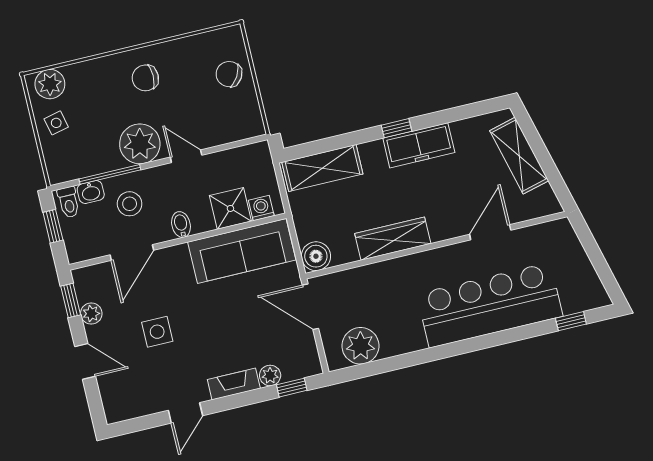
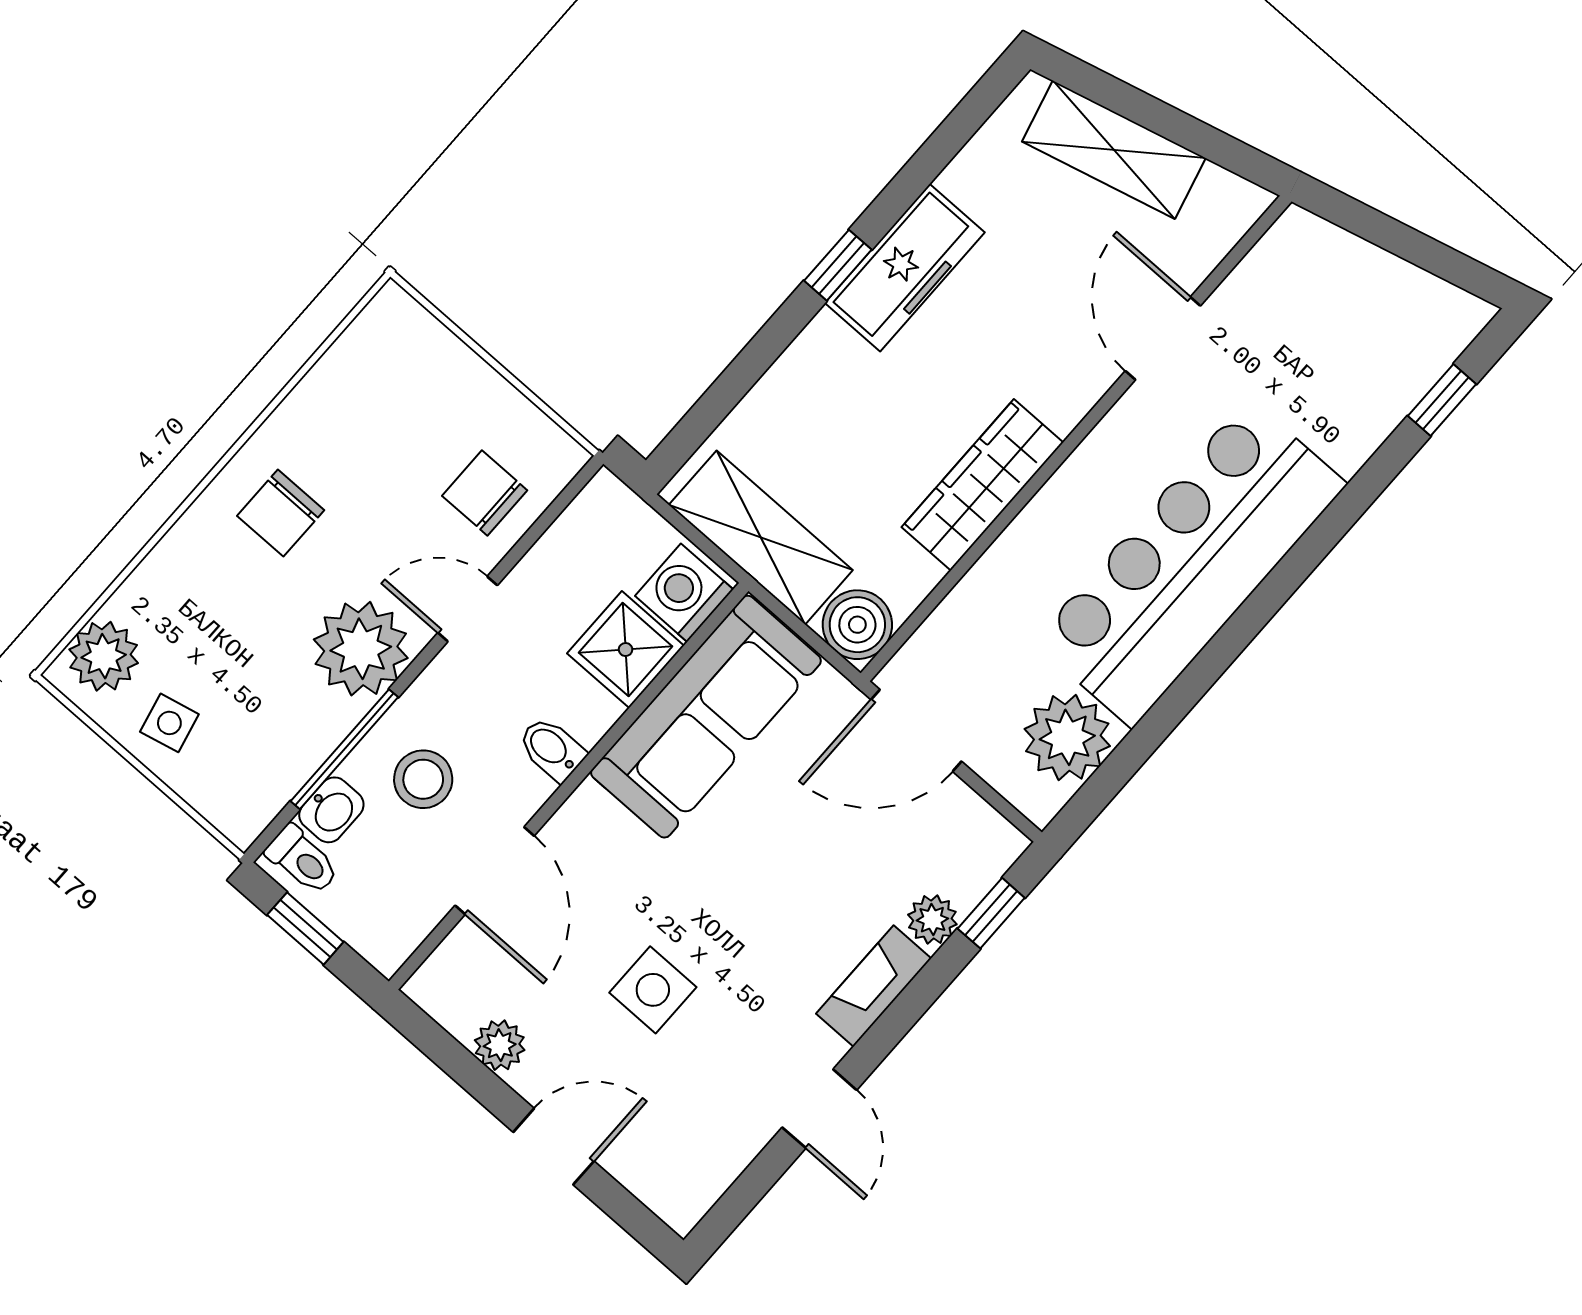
chair: (229, 74) -> (485, 493), moved, turned 59
shelving: (322, 168) -> (761, 538), moved, turned 90
washing machine: (261, 208) -> (684, 593), width x1.38, depth x1.38
window: (71, 301) -> (442, 1048), removed
bar counter: (490, 305) -> (1190, 563), moved

